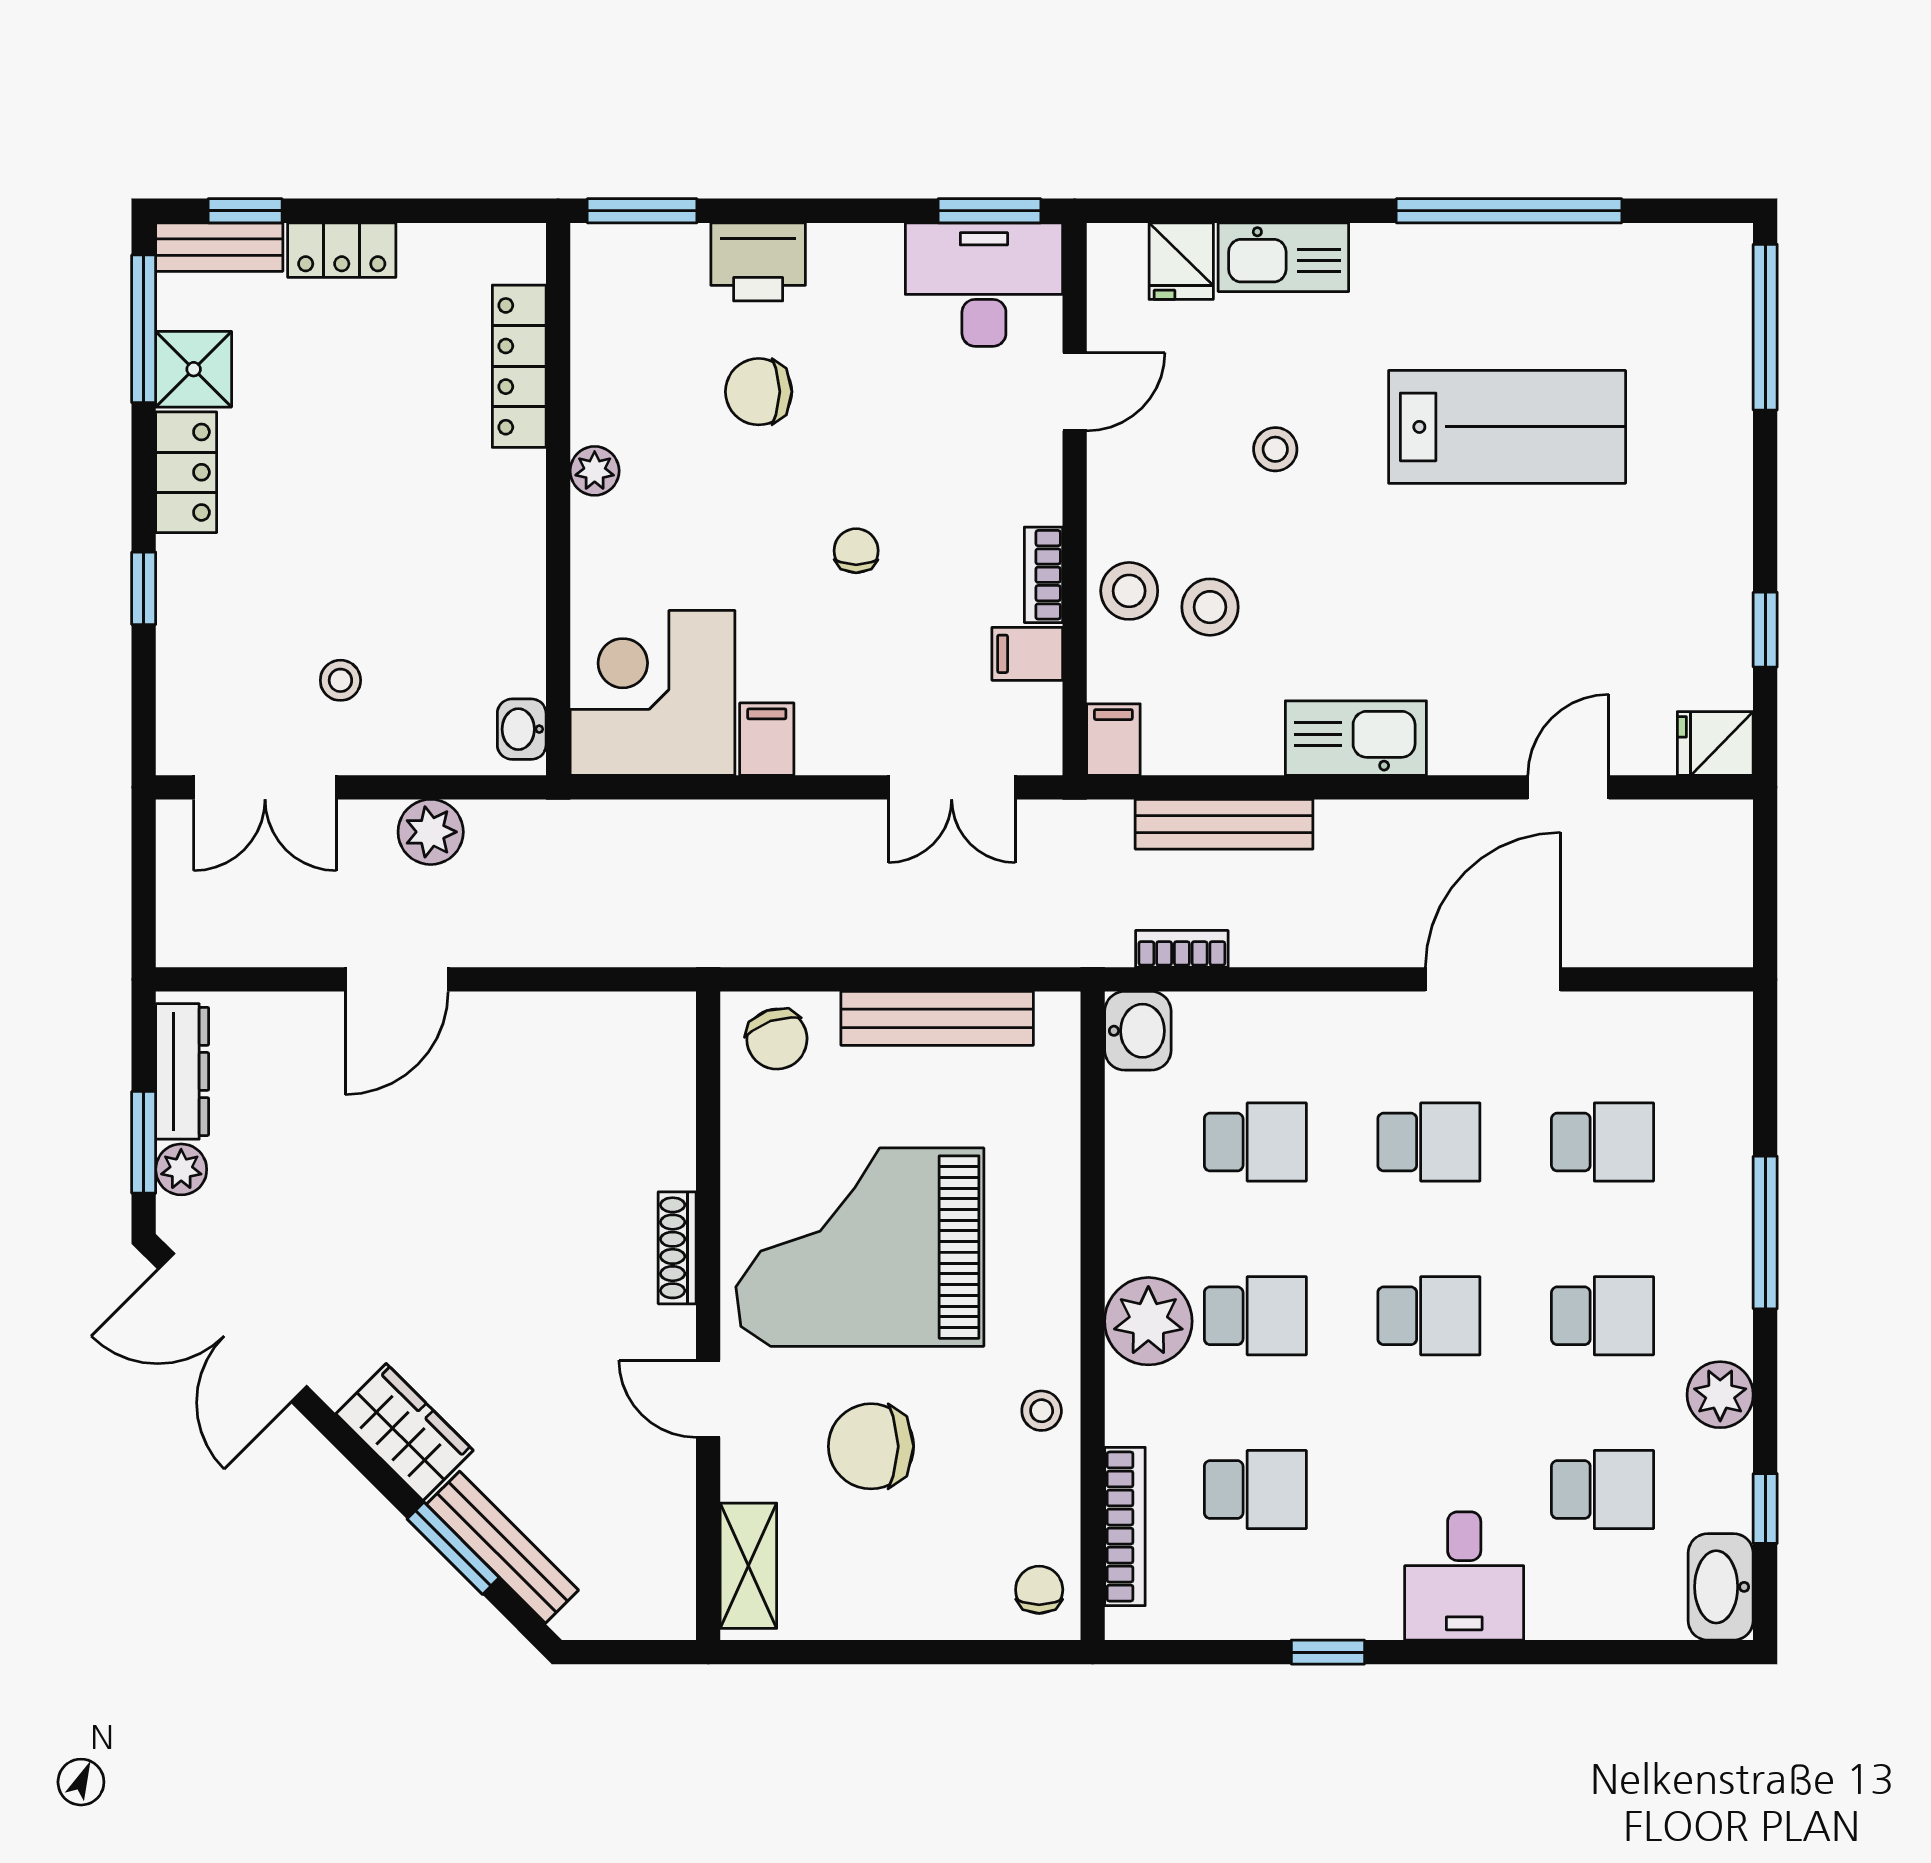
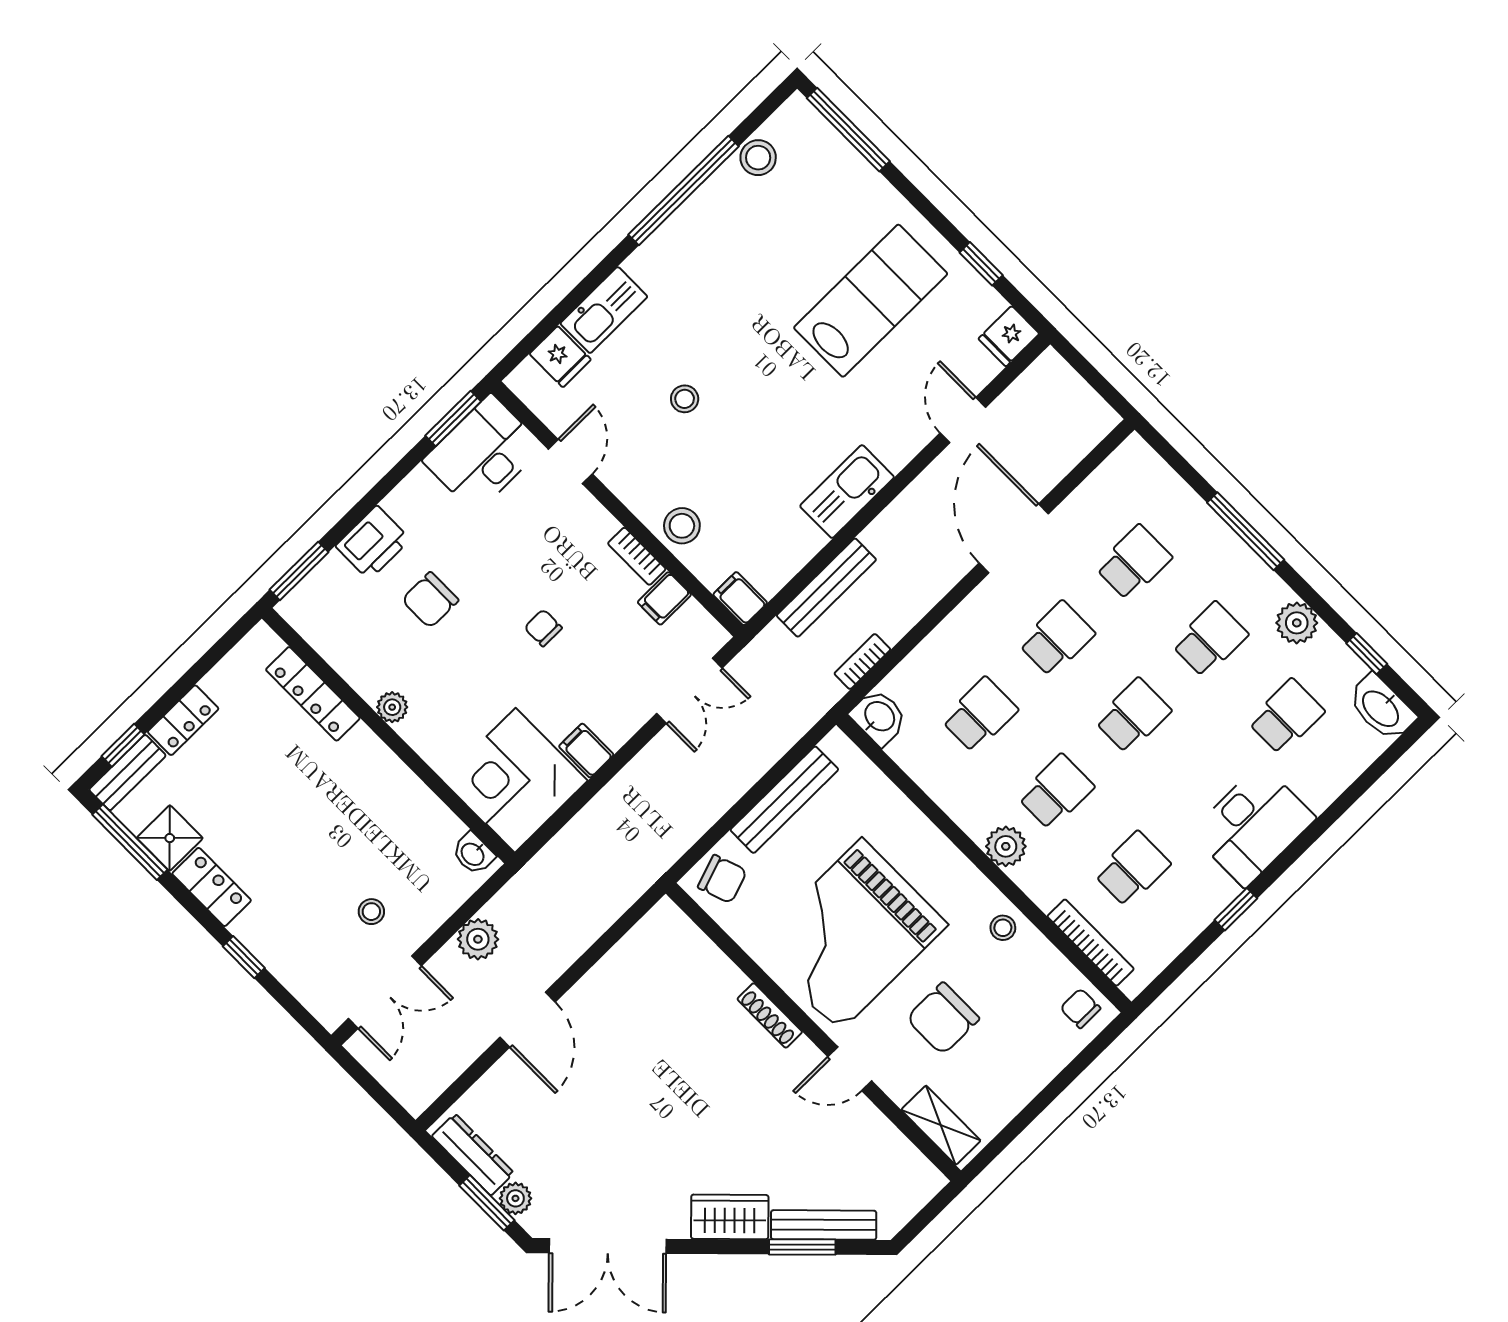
lab bench: (1507, 427) -> (871, 301), moved
stool: (1210, 607) -> (758, 158), moved
plant: (1148, 1321) -> (1006, 846), width x0.73, depth x0.73
desk: (1464, 1576) -> (1253, 825), width x1.37

